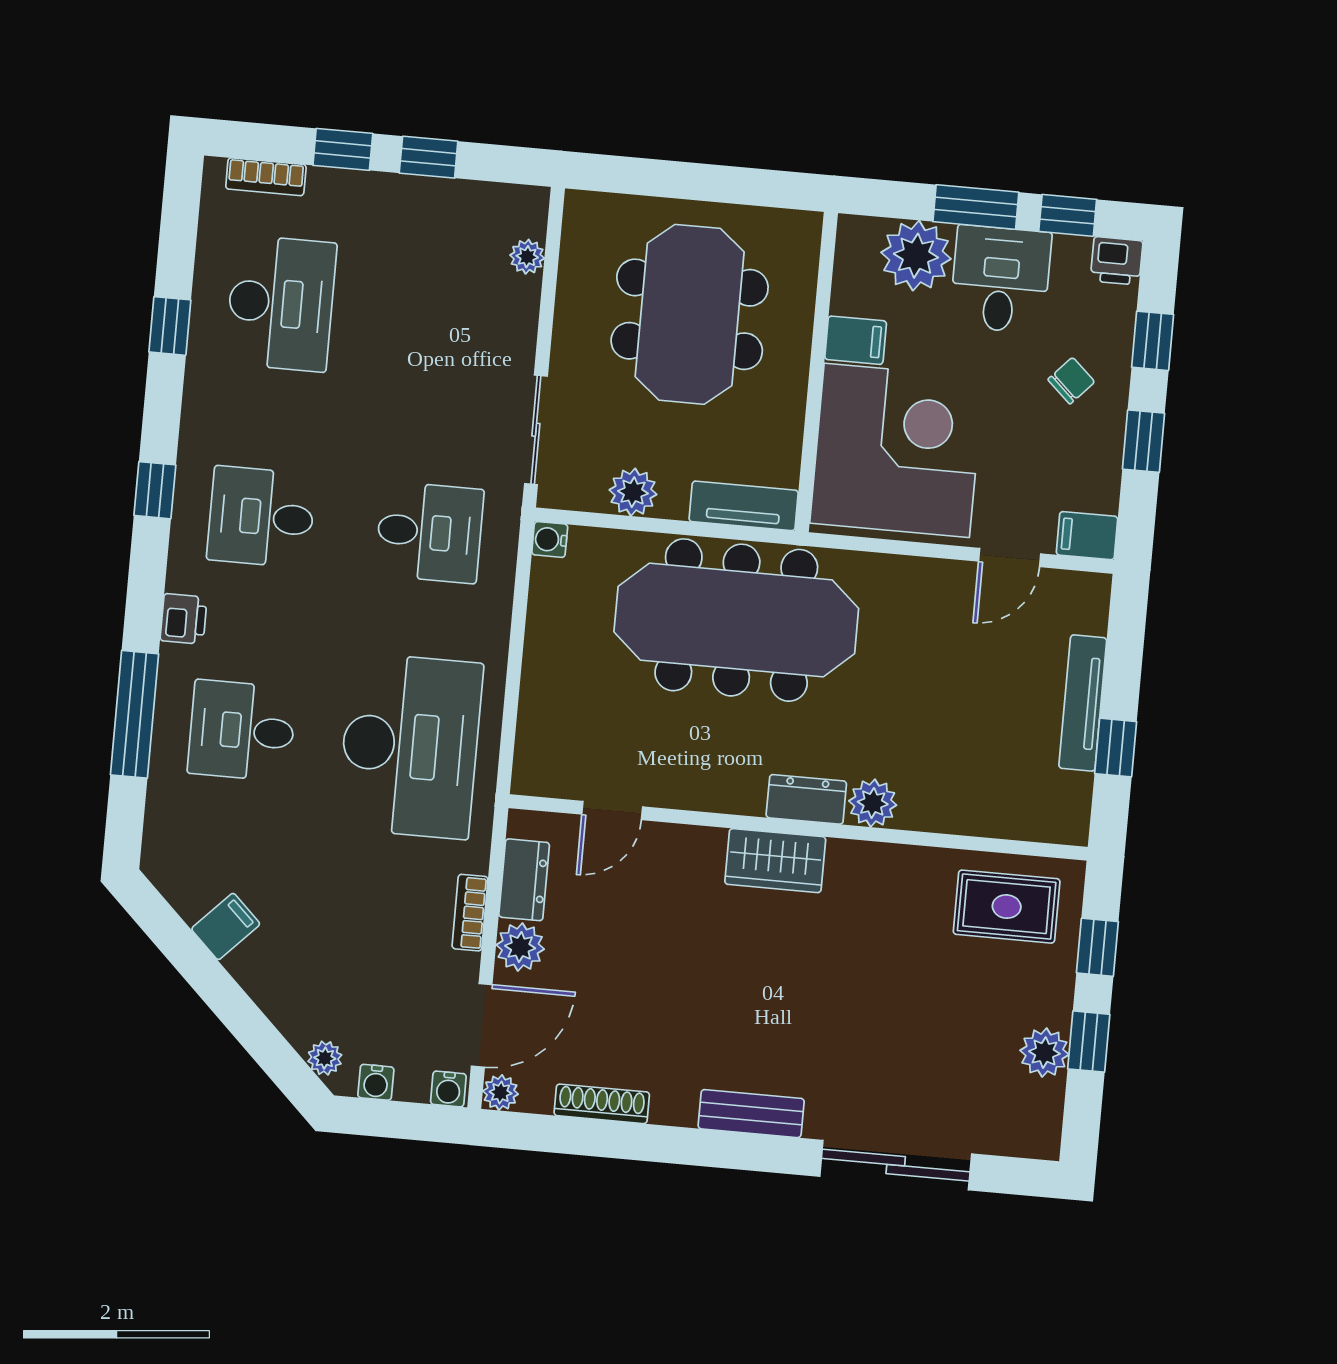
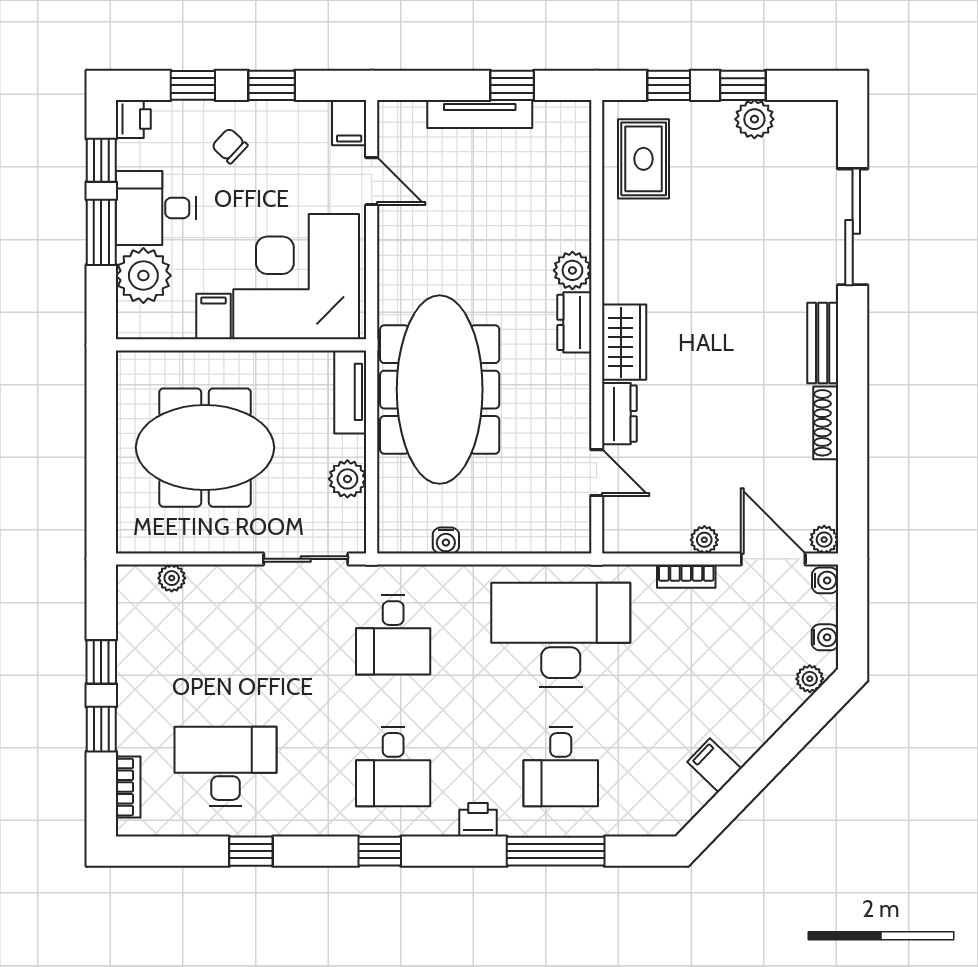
desk: (429, 532) -> (393, 635), turned 180
water cooler: (550, 539) -> (446, 540), moved
dresser: (524, 880) -> (619, 414), moved, turned 90
plant: (520, 947) -> (704, 540), width x0.73, depth x0.73
shoe rack: (602, 1104) -> (826, 423), moved

